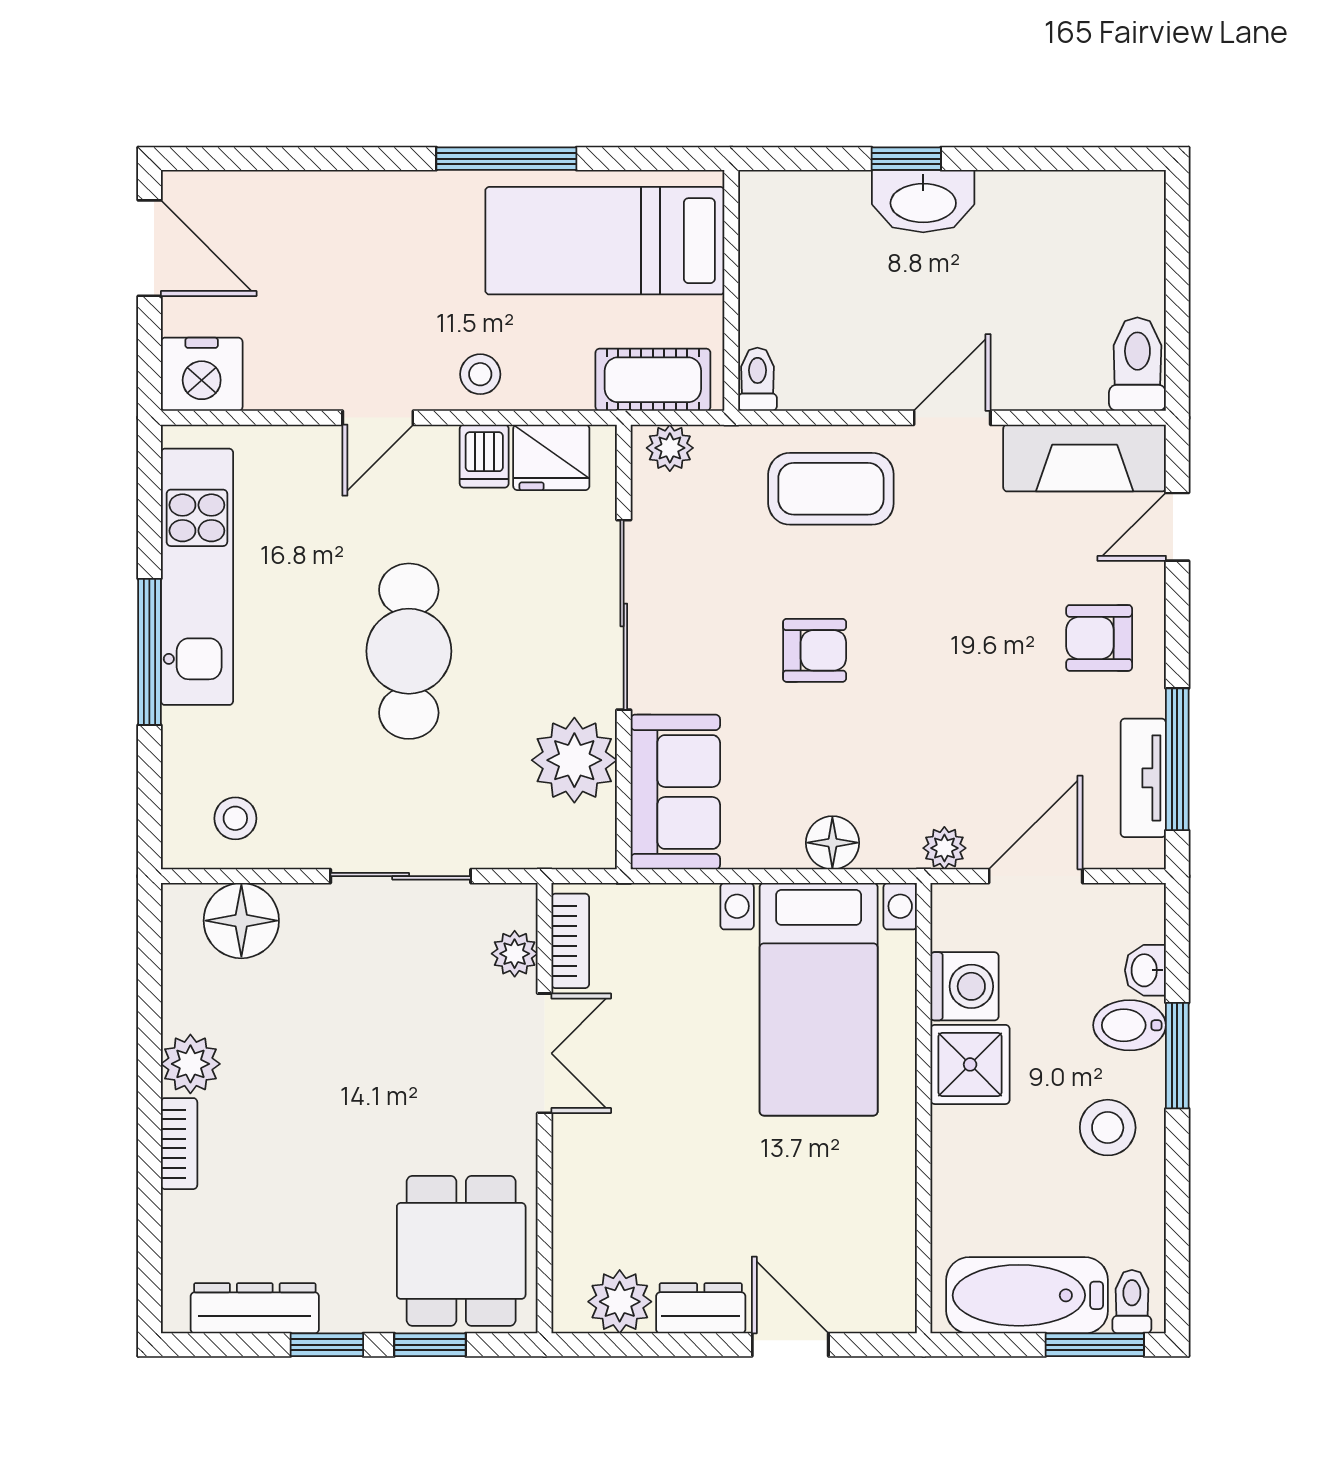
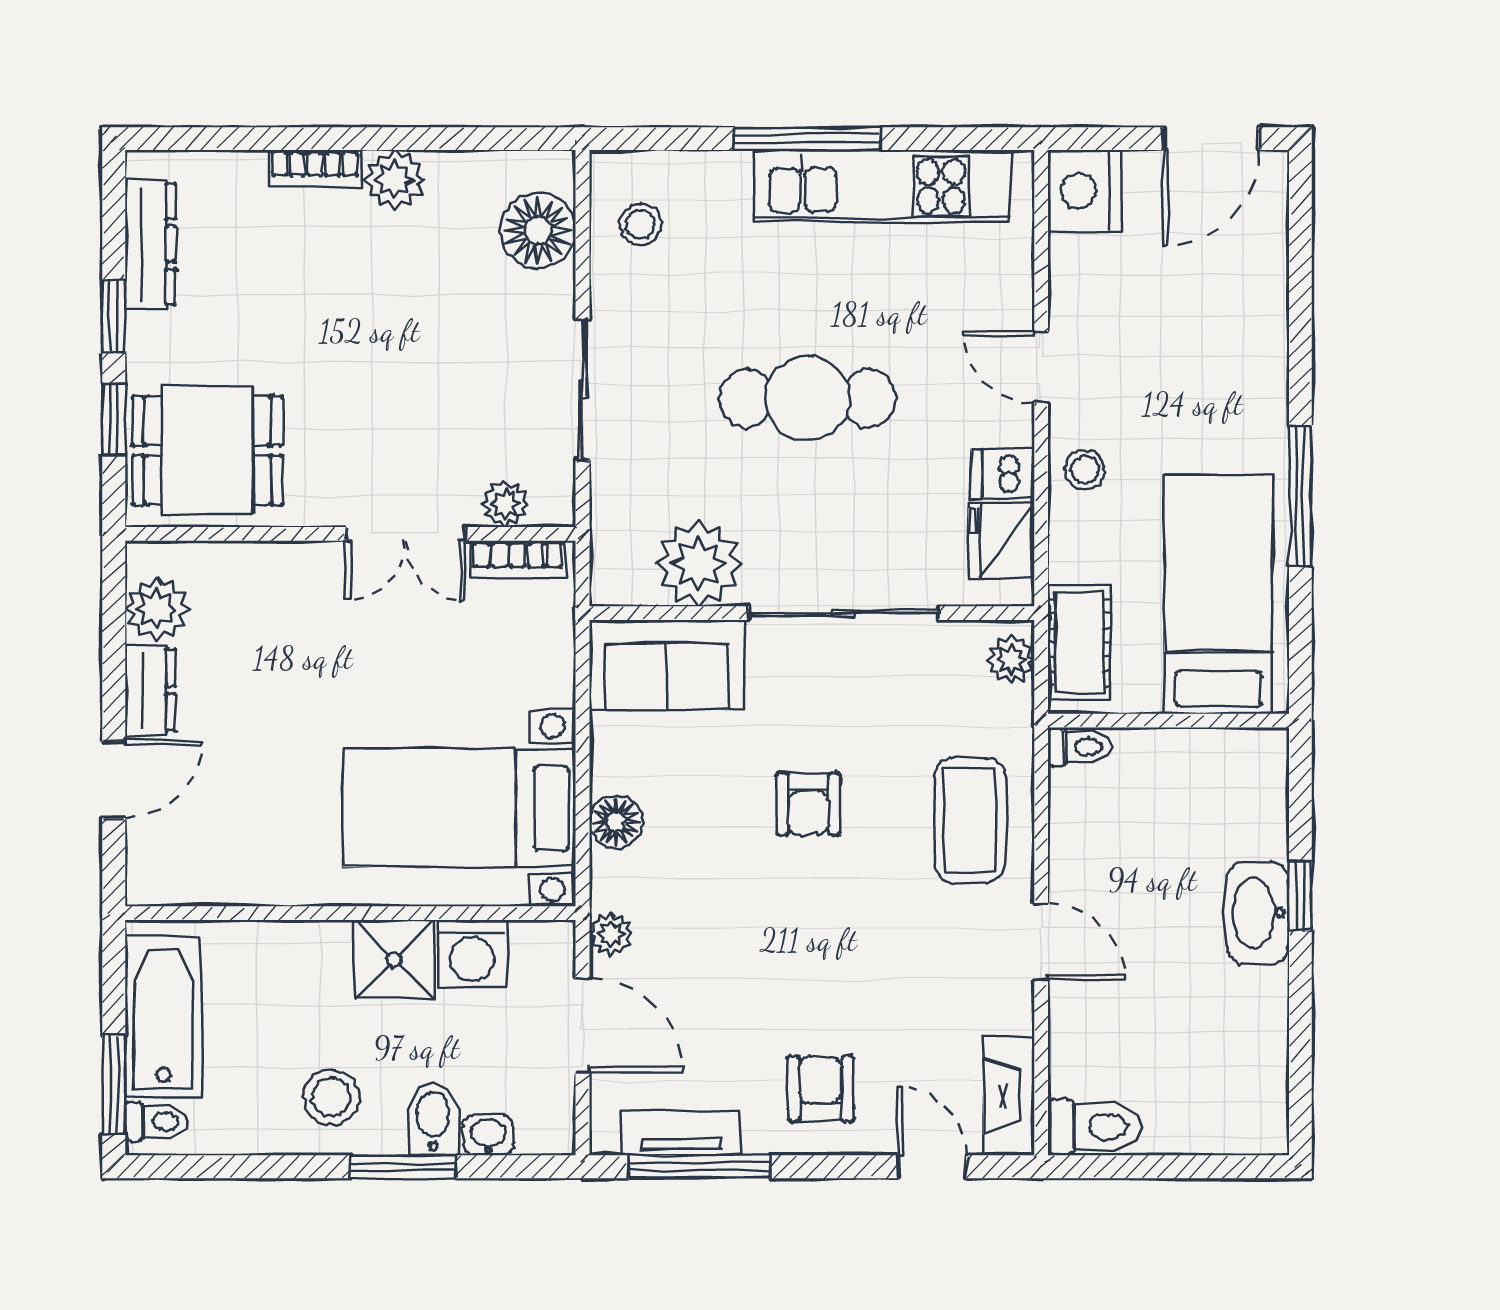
fireplace: (1085, 458) -> (1009, 1096), width x0.73, depth x0.76

